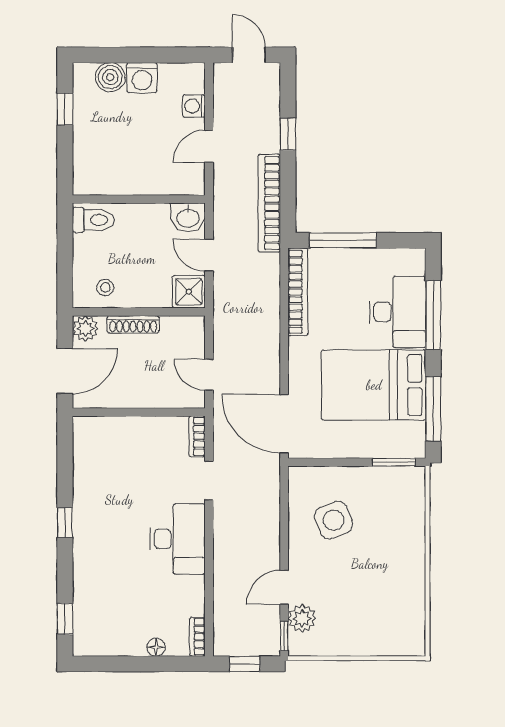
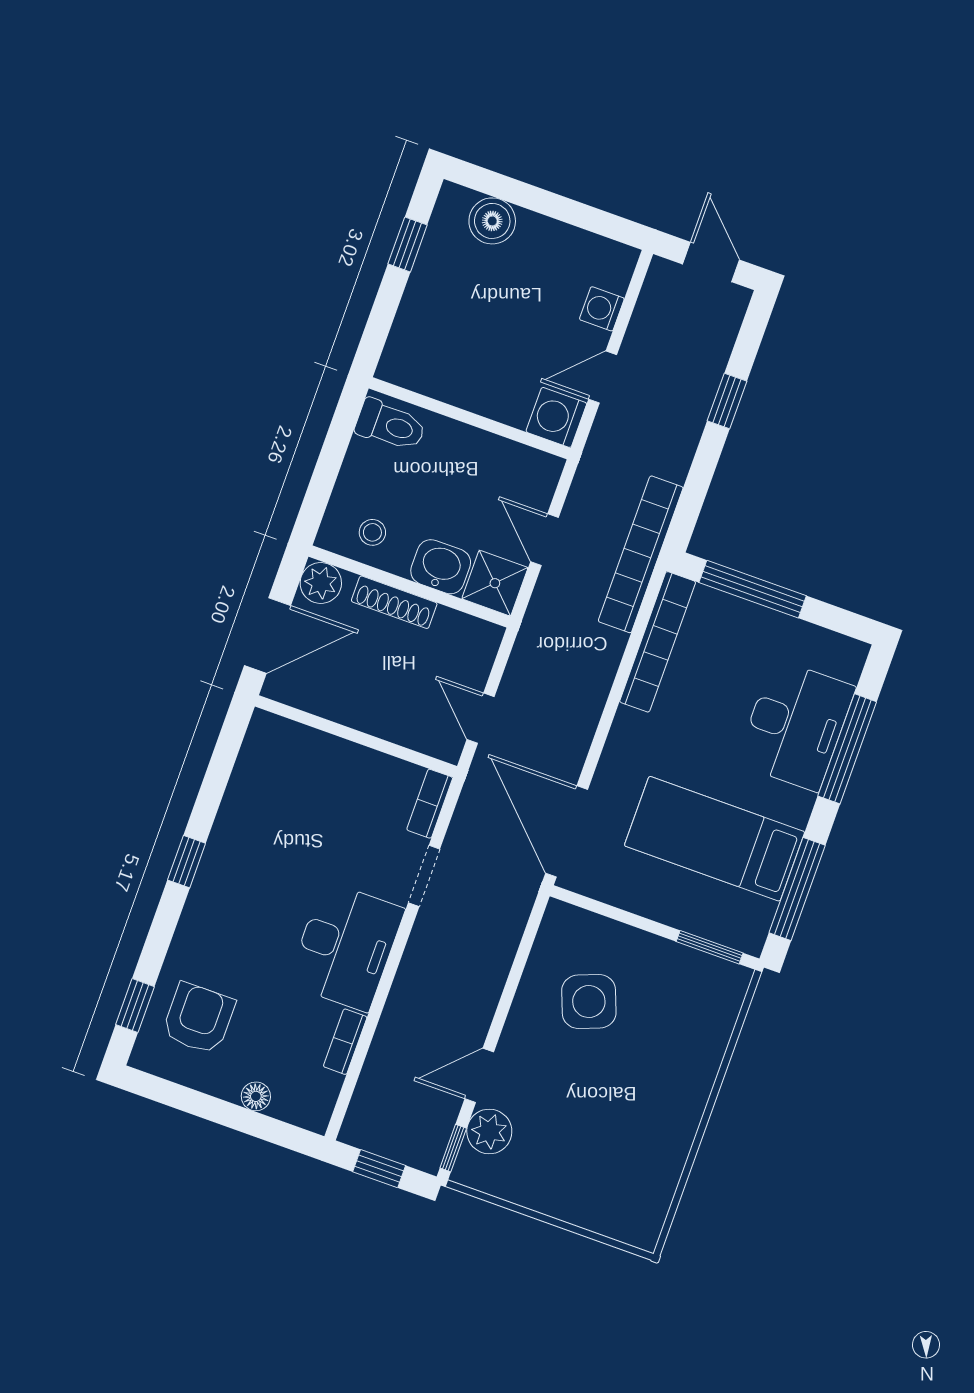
washing machine: (142, 78) -> (556, 417), moved, turned 90
bookcase: (269, 203) -> (641, 554), moved
washbasin: (188, 217) -> (441, 567), moved, turned 180
bed: (374, 385) -> (715, 839), width x0.67
armchair: (105, 613) -> (199, 1018), added
bookcase: (197, 637) -> (345, 1042), moved

